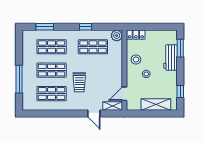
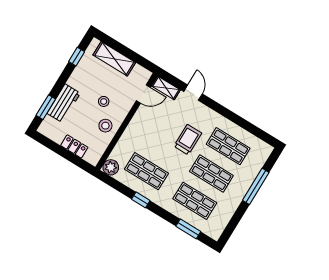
locker: (136, 35) -> (74, 146), moved

